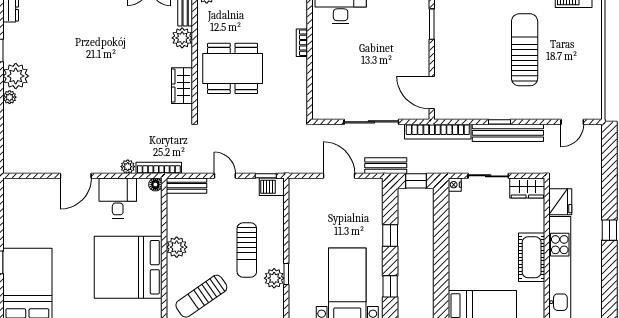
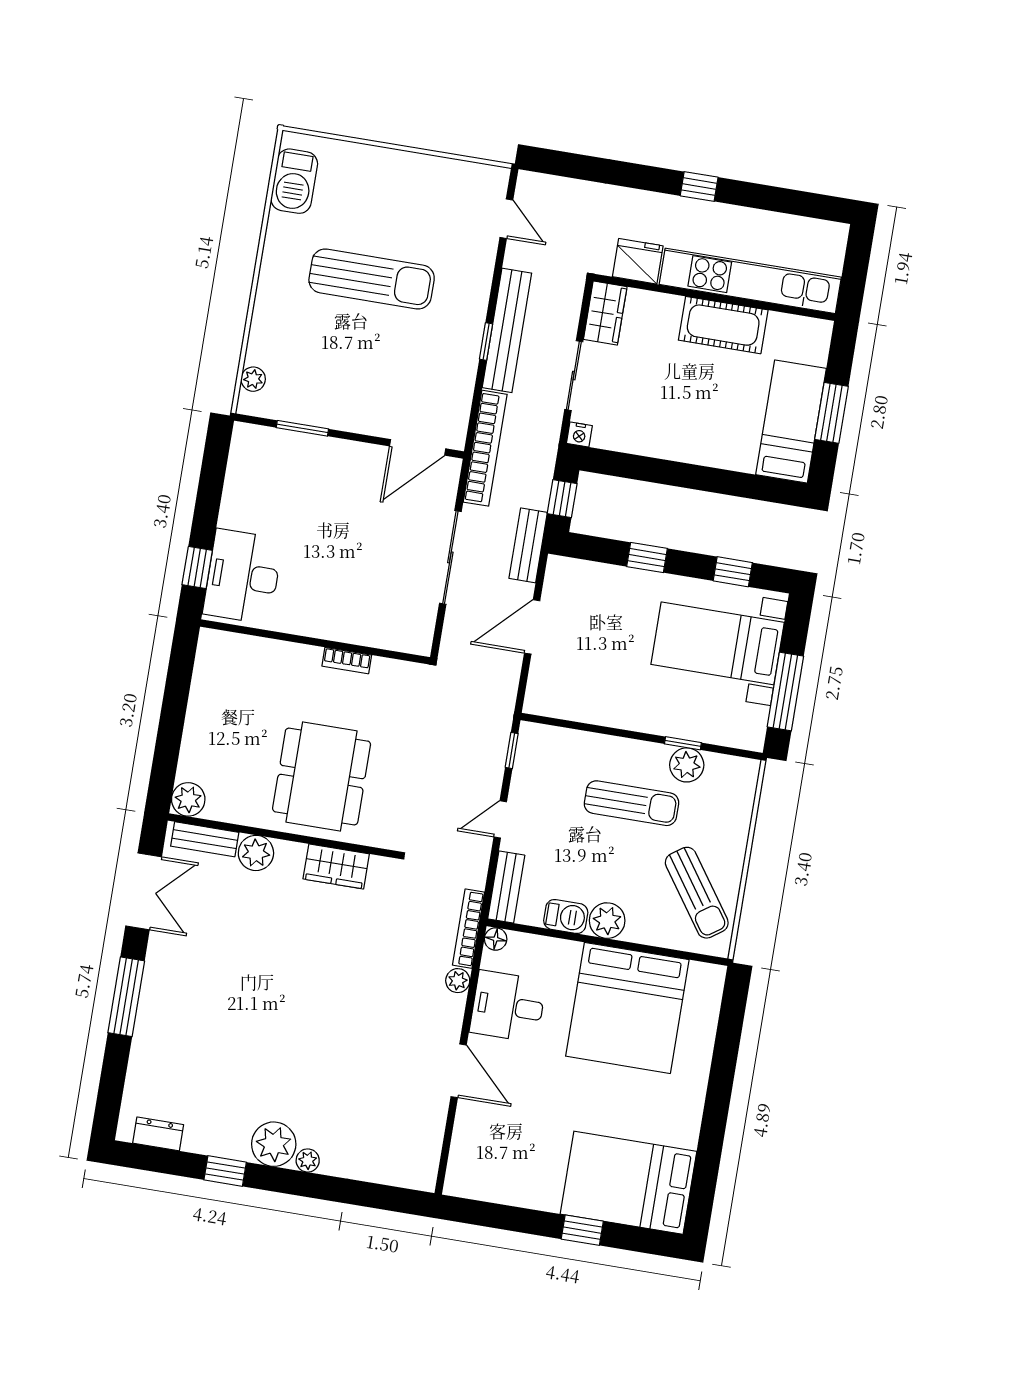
bookcase: (302, 43) -> (347, 661), moved
sun lounger: (525, 50) -> (372, 279), turned 180
barbecue: (272, 187) -> (566, 917), moved, turned -90

